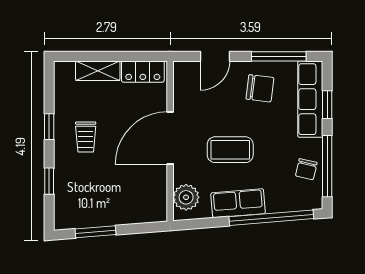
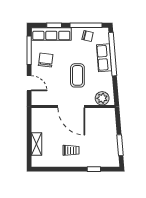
locker: (143, 72) -> (37, 121), removed
window: (49, 127) -> (66, 169), removed
row of seats: (238, 203) -> (104, 58), moved

